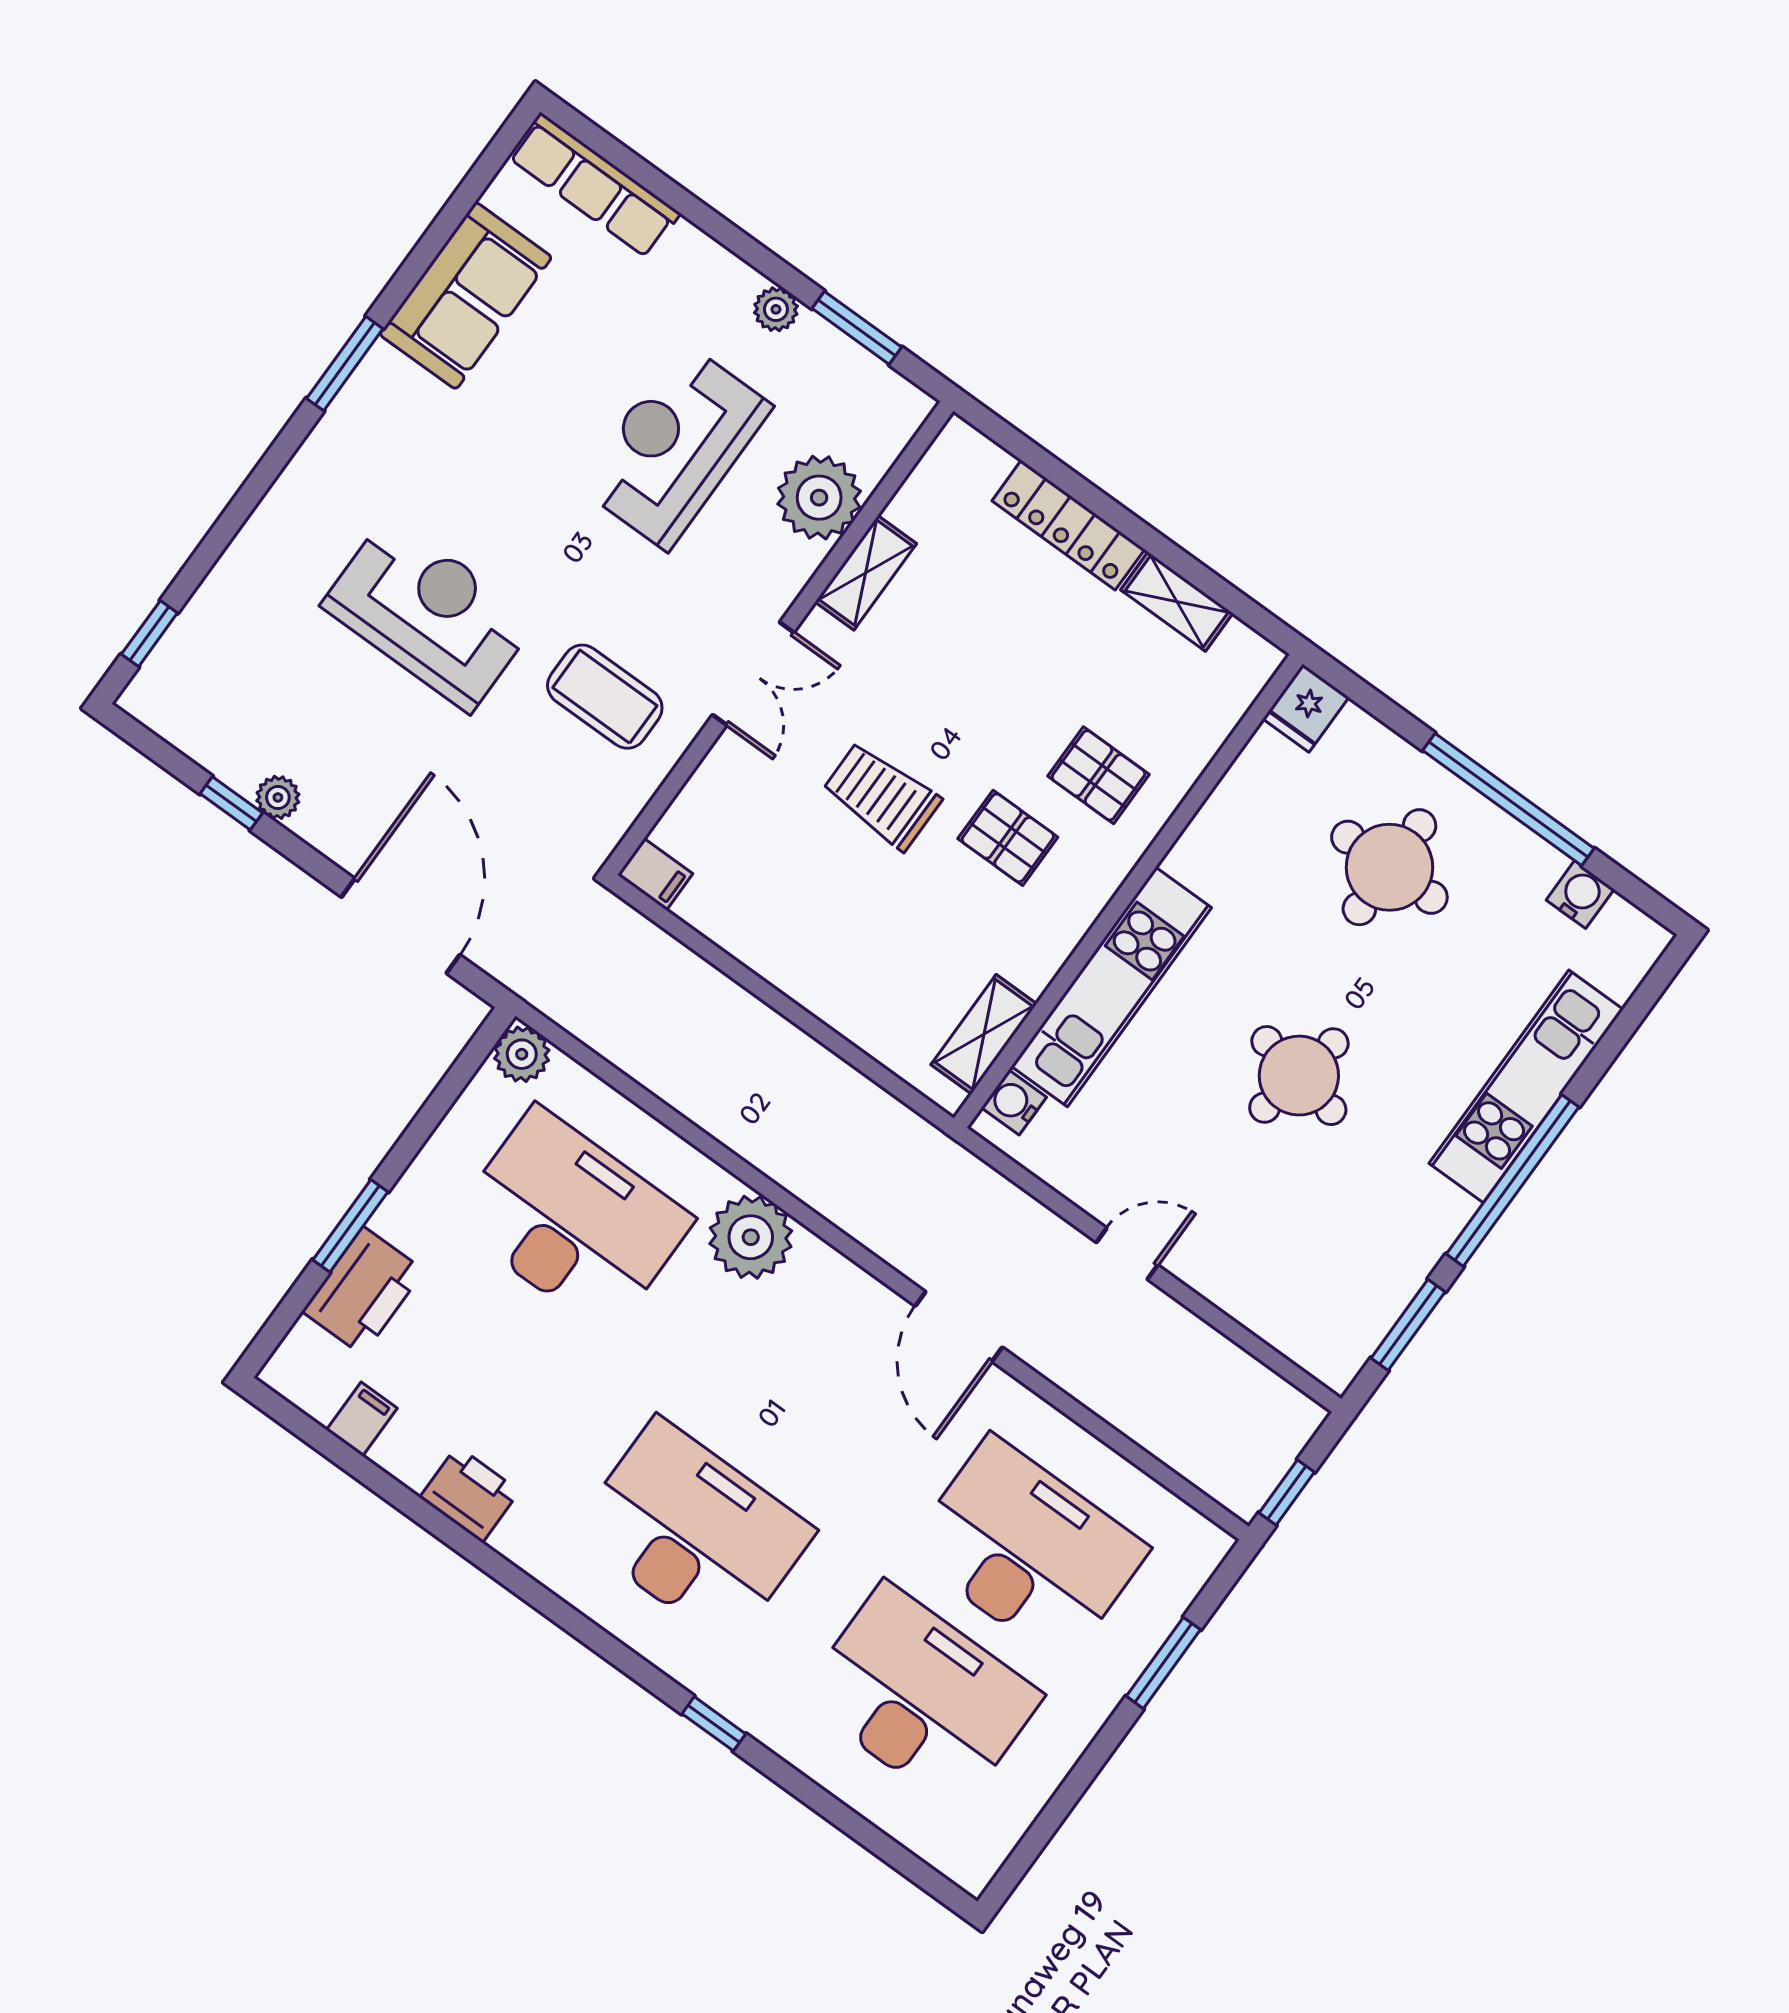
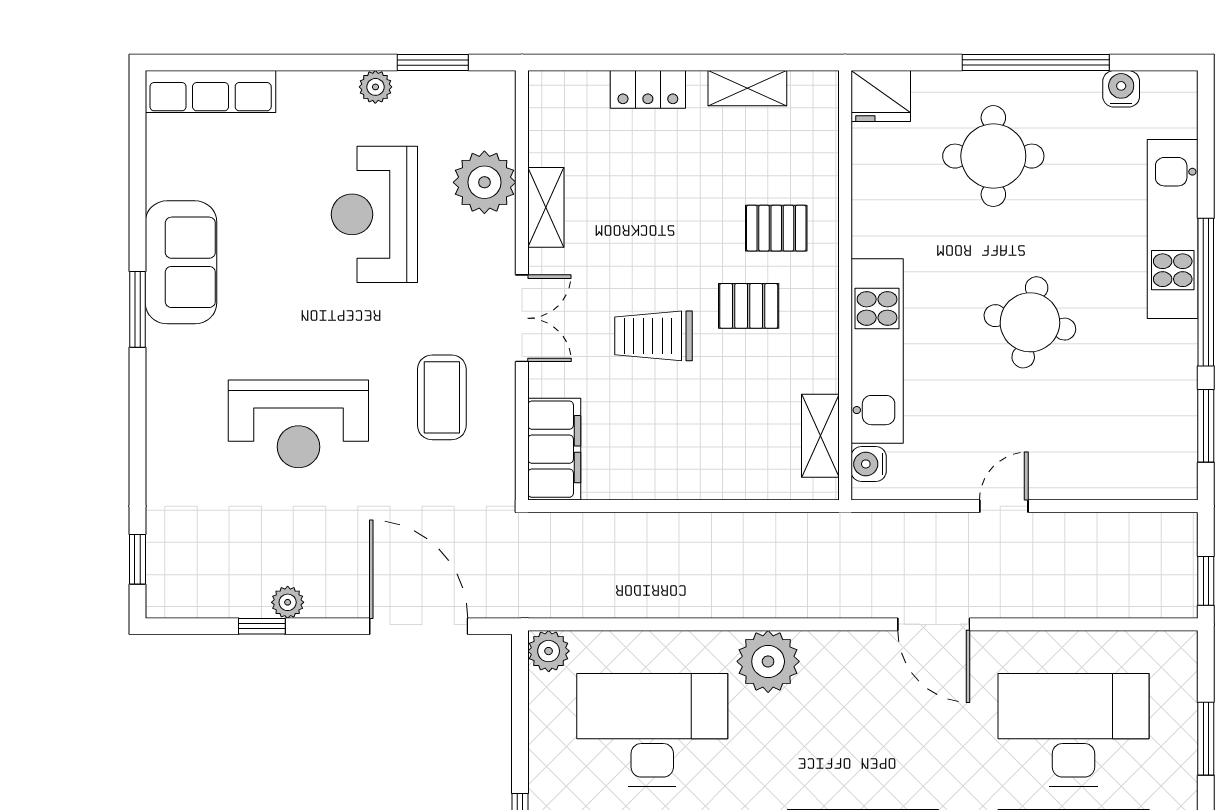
sofa: (466, 296) -> (181, 262), moved
locker: (1068, 525) -> (648, 89), width x0.66
reception desk: (429, 613) -> (298, 424), turned 180
coffee table: (605, 697) -> (442, 397), turned 90
fridge: (1306, 708) -> (881, 96), width x1.38
filing cabinet: (655, 874) -> (554, 449), width x3.00, depth x1.17

